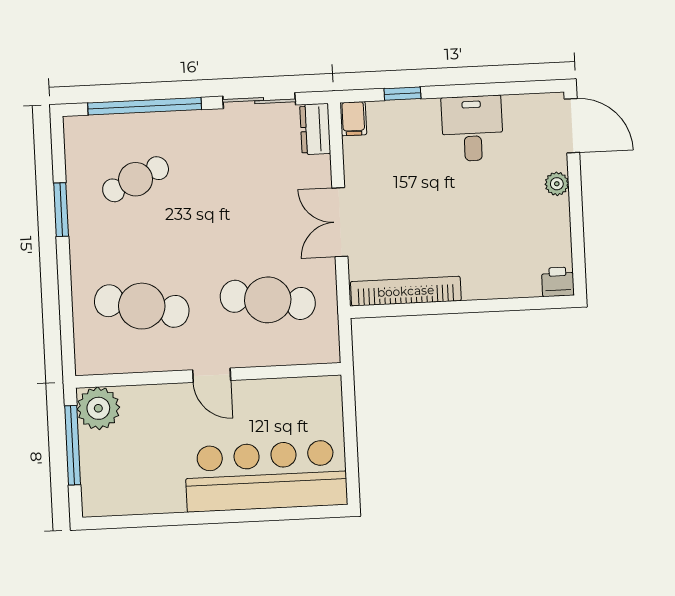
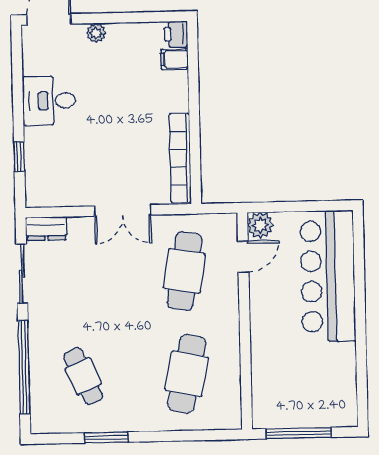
filing cabinet: (353, 119) -> (174, 59), moved, turned 180
door: (212, 375) -> (243, 257), moved
plant: (98, 408) -> (260, 225), moved, width x0.73, depth x0.73

